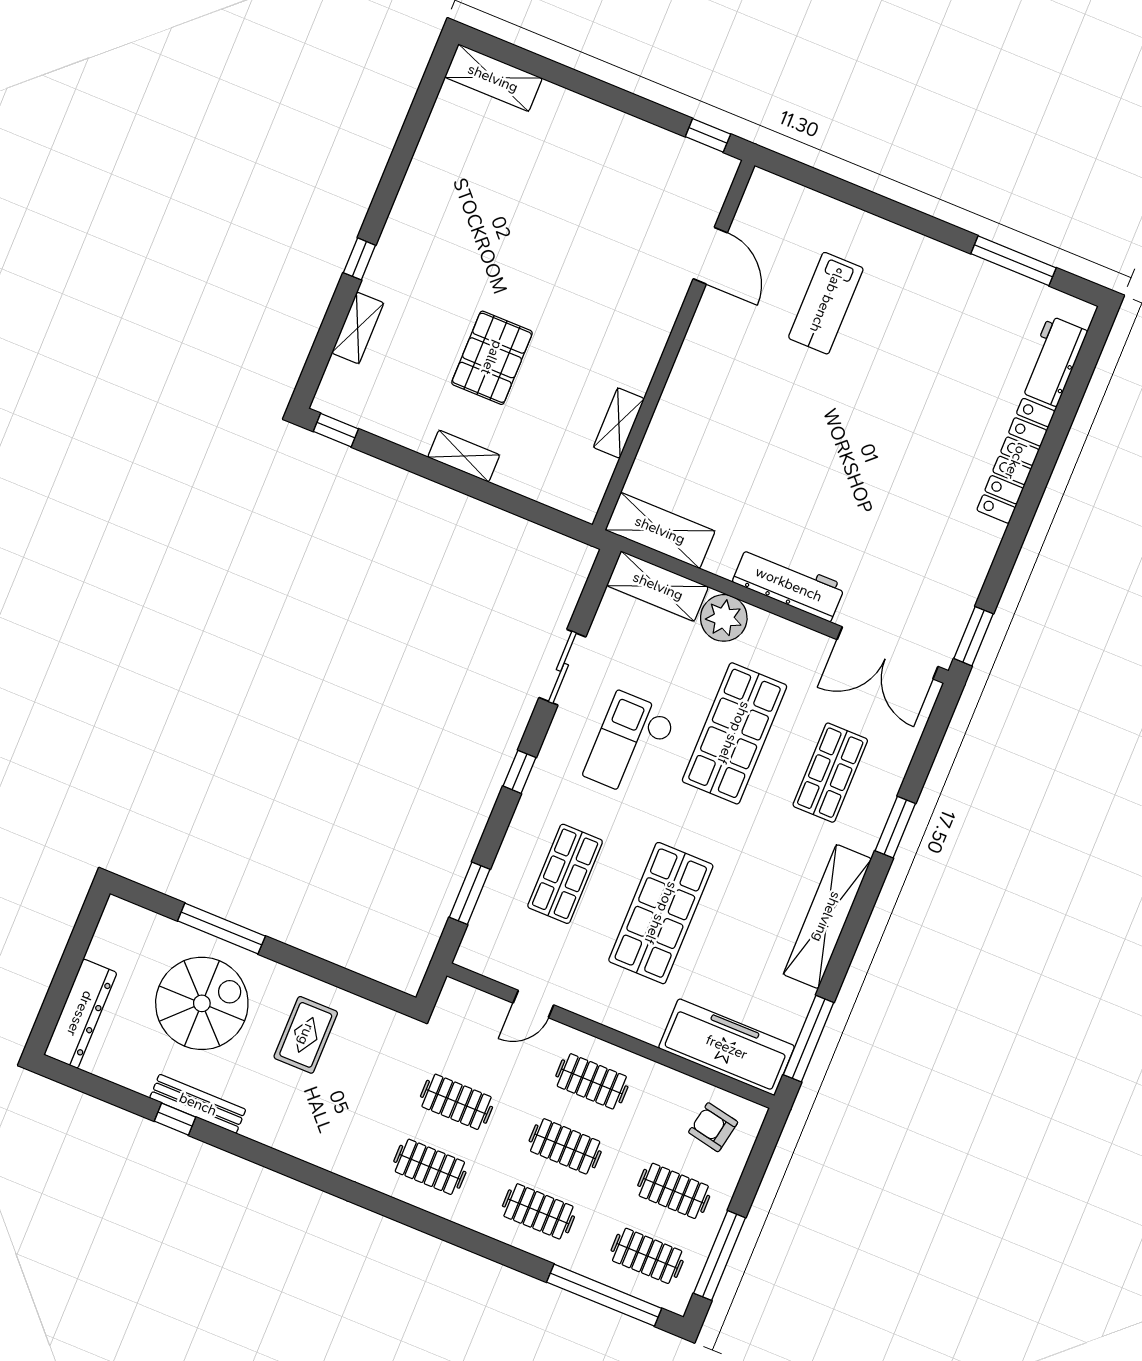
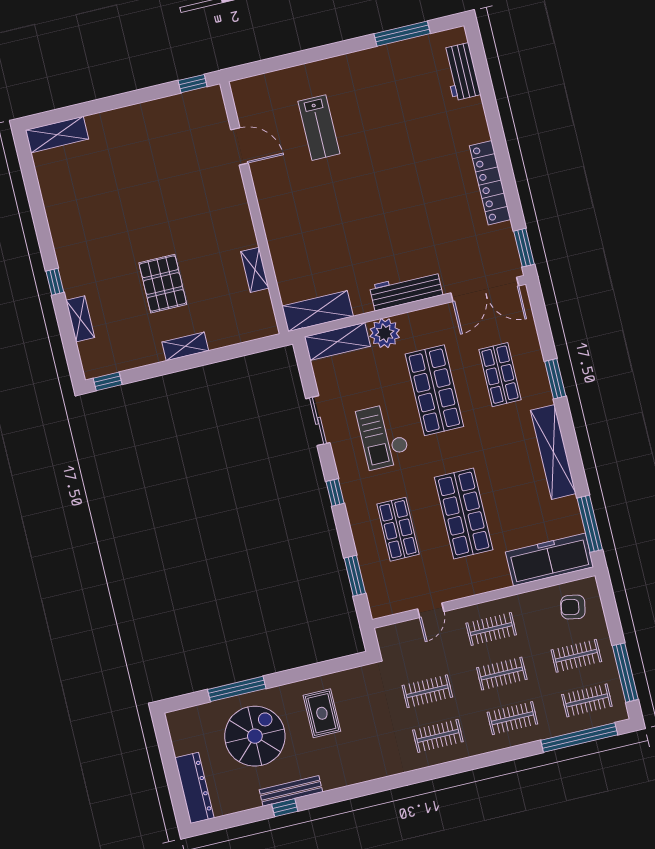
locker: (1016, 461) -> (490, 183), moved

